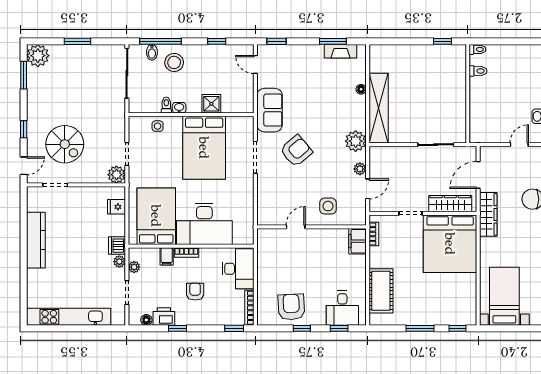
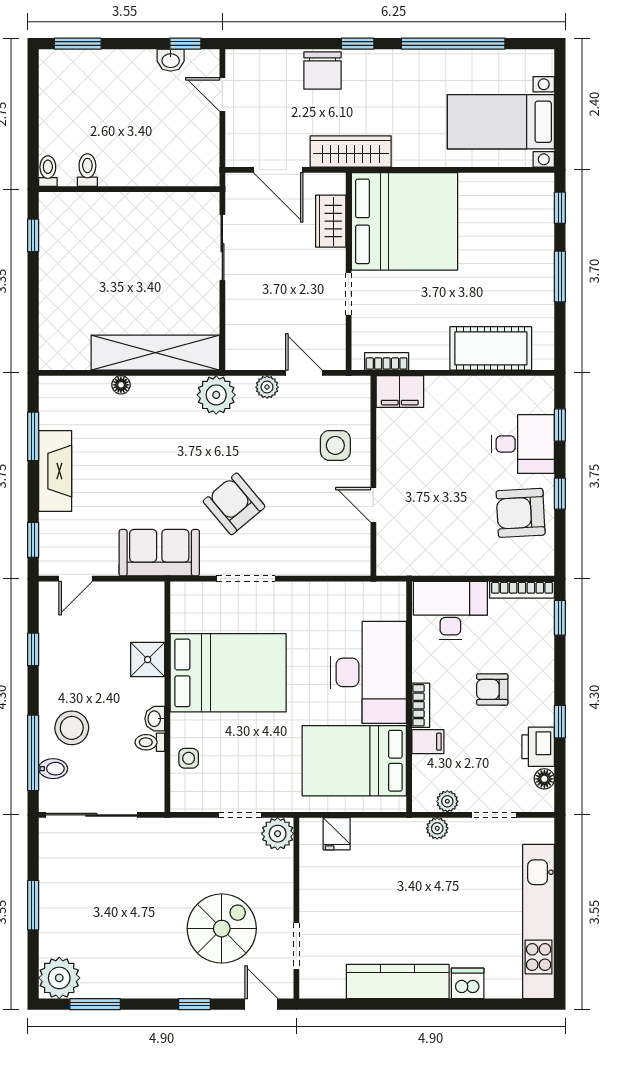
fireplace: (341, 51) -> (55, 471), moved, width x1.37, depth x1.32
wardrobe: (450, 204) -> (331, 221), width x0.67
dishwasher: (117, 246) -> (468, 983), moved, turned 180
desk: (342, 308) -> (523, 444), moved

